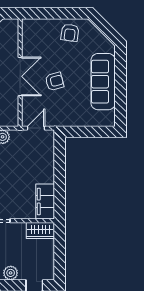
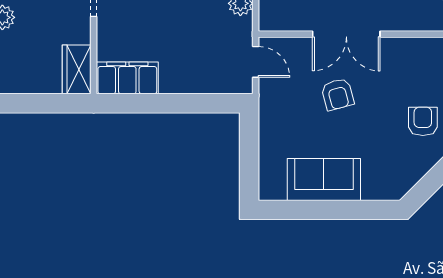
armchair: (70, 33) -> (423, 121), turned 82
sofa: (103, 82) -> (324, 179), width x0.73

